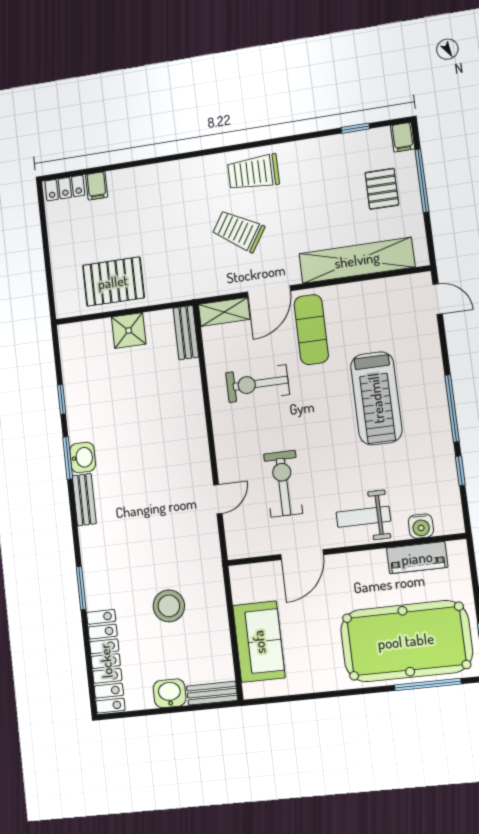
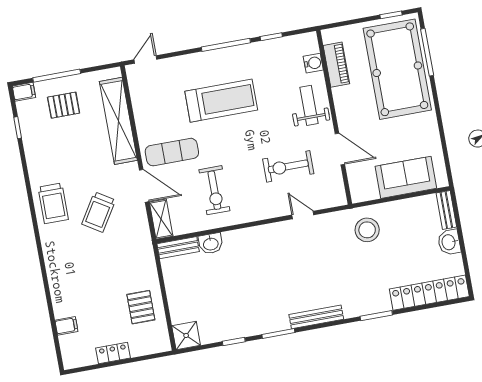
locker: (65, 188) -> (113, 353), moved, turned -90
pallet: (113, 282) -> (141, 307), width x0.67, depth x0.71
shower: (129, 331) -> (186, 335), moved
washbasin: (83, 457) -> (211, 244), moved, turned 180
bench: (84, 500) -> (316, 317), width x1.36
weight bench: (363, 517) -> (309, 105), turned 180
stool: (169, 606) -> (367, 230), moved

